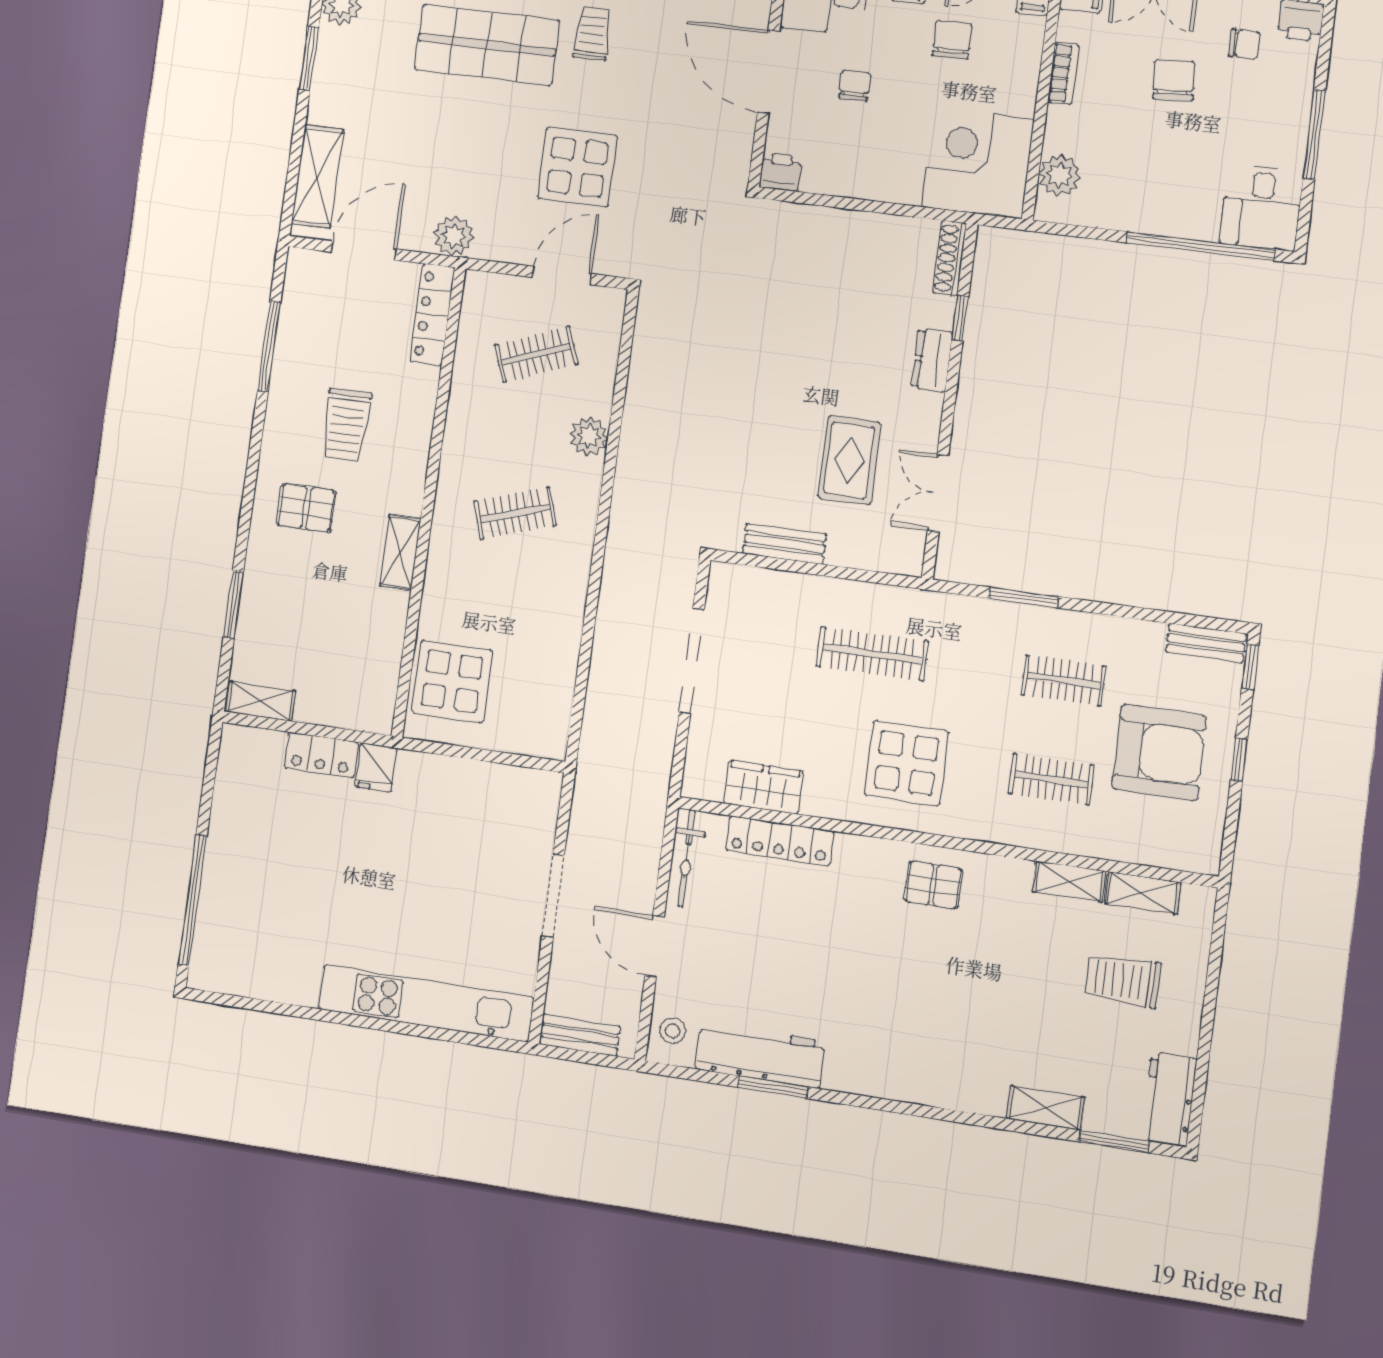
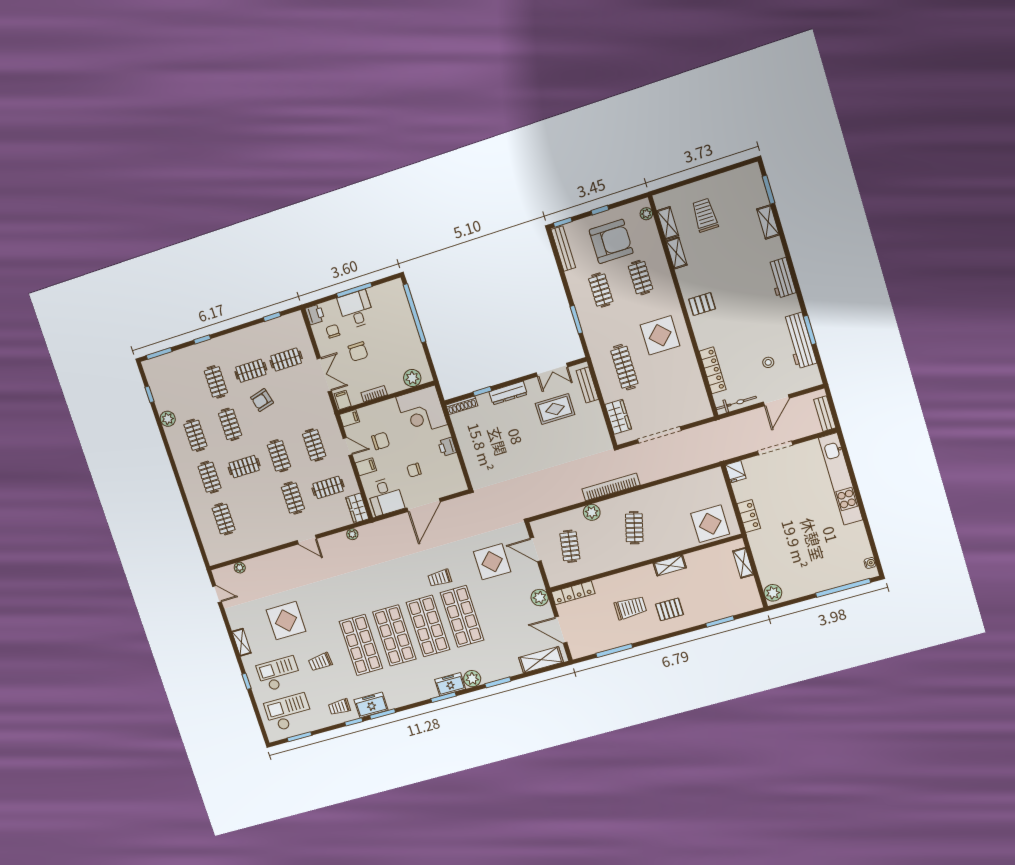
chair: (952, 40) -> (381, 441), turned 180
chair: (1174, 80) -> (358, 351), turned -86
printer: (780, 172) -> (447, 447), moved
desk: (1261, 207) -> (356, 309), moved, turned -90
clothes rail: (536, 354) -> (570, 546), turned 30
dresser: (932, 360) -> (508, 393), width x1.44
bookcase: (626, 504) -> (611, 487), added
pallet: (306, 508) -> (669, 609), turned 90
clothes rail: (515, 513) -> (634, 528), turned 33
bench: (784, 543) -> (587, 385), moved
bench: (1206, 643) -> (563, 249), width x1.36
shelving: (260, 701) -> (743, 563), moved
plant: (246, 746) -> (773, 593), added
armchair: (1159, 752) -> (611, 241), turned 90
locker: (321, 755) -> (749, 516), moved
fridge: (376, 767) -> (736, 472), moved, turned 90
wardrobe: (763, 787) -> (618, 417), moved, turned 180
plant: (1185, 857) -> (646, 214), added
pallet: (933, 885) -> (702, 304), turned 90
water cooler: (221, 981) -> (870, 563), added
trolley: (1123, 981) -> (705, 215), turned 180
stool: (673, 1031) -> (768, 362), moved
workbench: (1169, 1099) -> (782, 278), moved, turned 90

